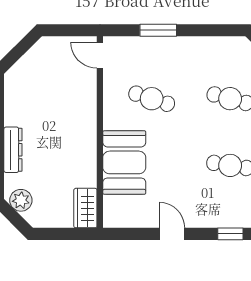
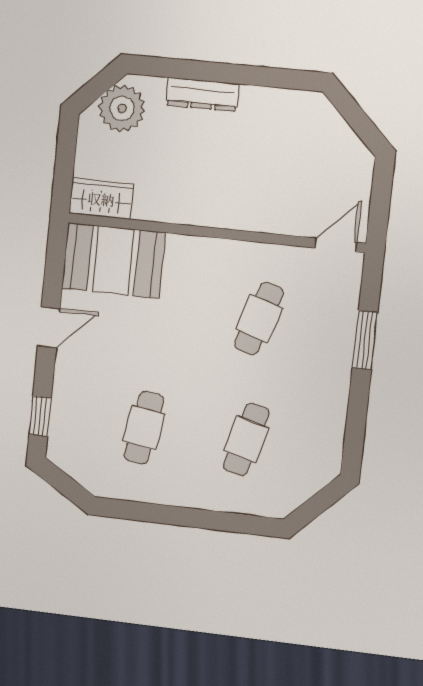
booth: (124, 162) -> (113, 260), moved
plant: (21, 200) -> (122, 108), width x1.36, depth x1.36

